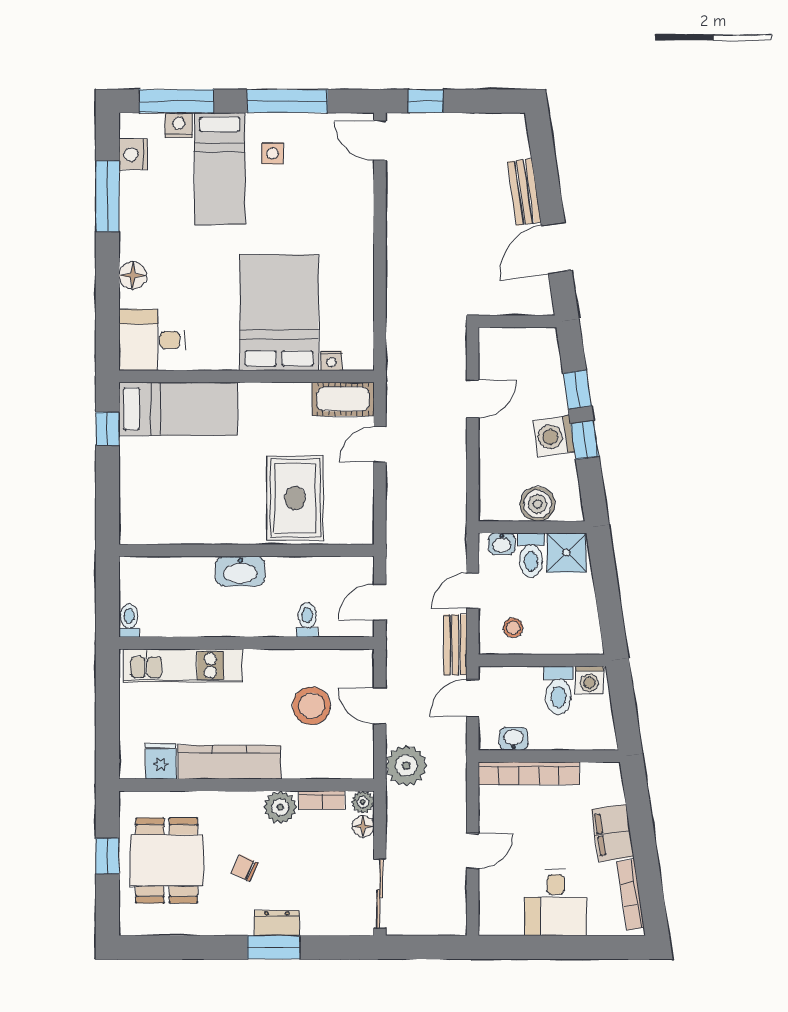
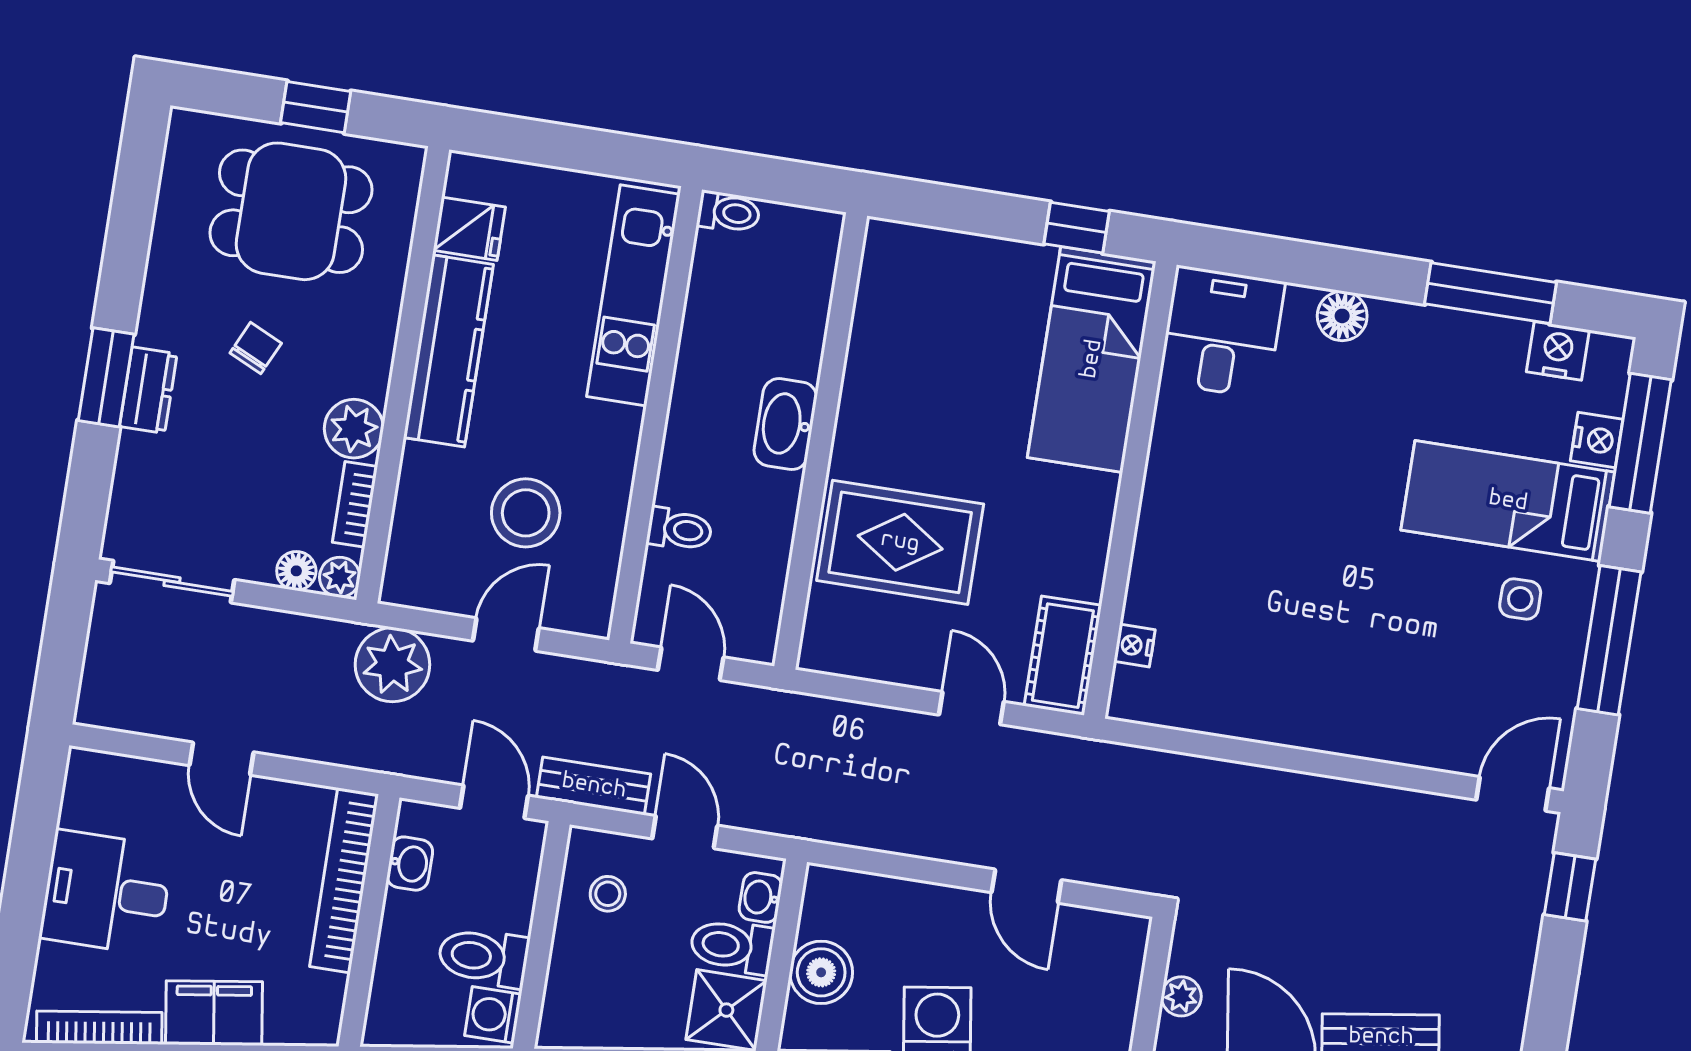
plant: (519, 305) -> (1181, 996), added
bed: (279, 312) -> (1235, 566), removed

